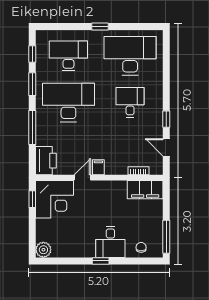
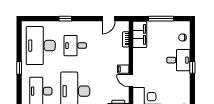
window: (166, 119) -> (65, 19), moved
window: (166, 237) -> (161, 19), moved

